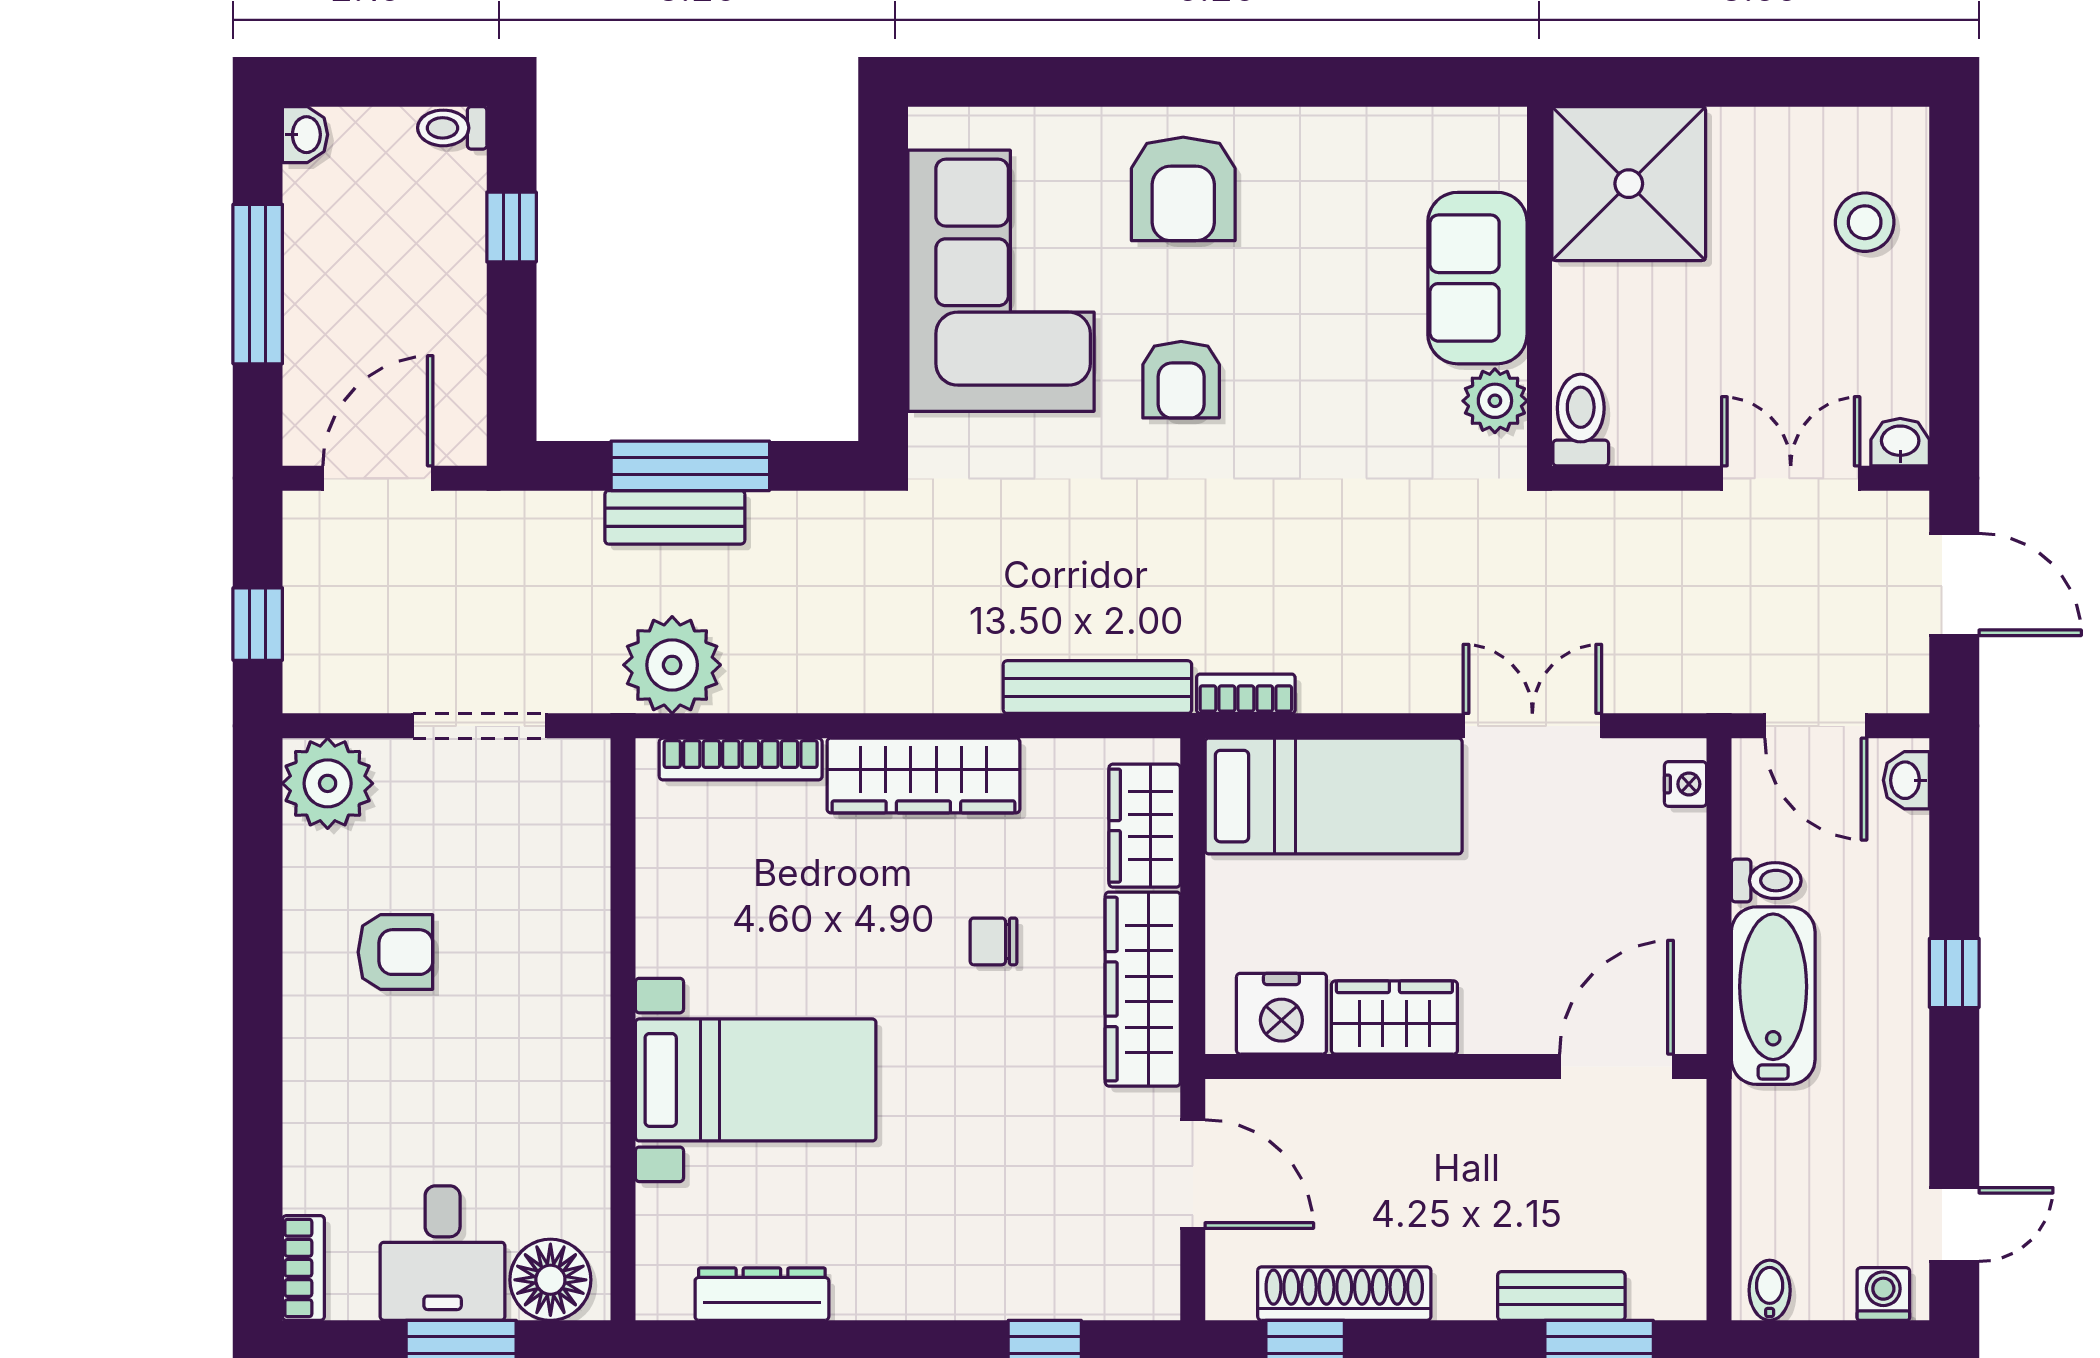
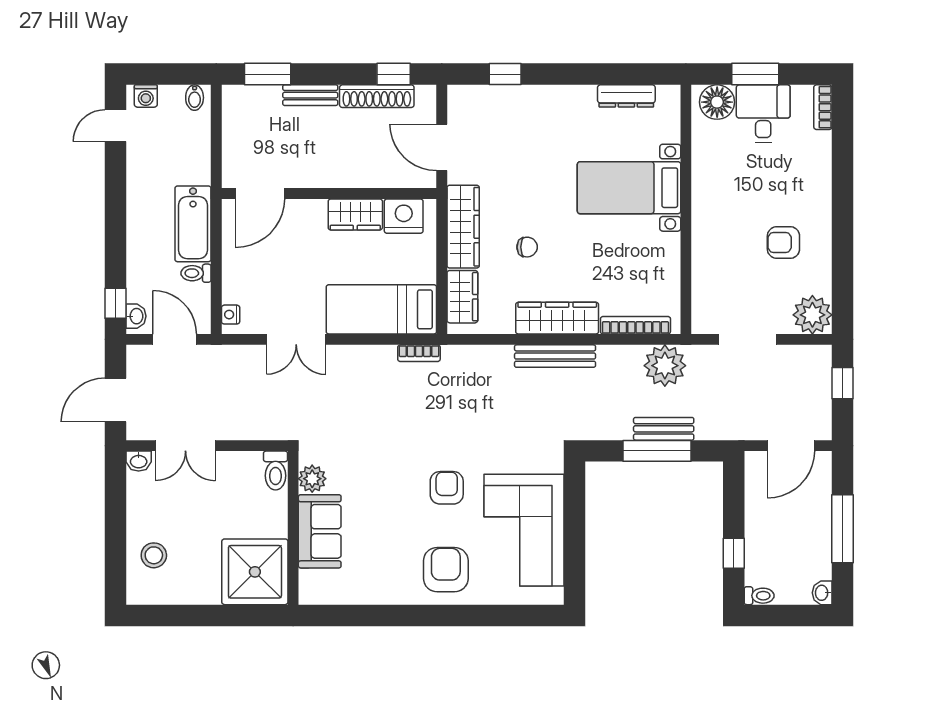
door: (1954, 584) -> (115, 400), hinge flipped
bench: (1097, 687) -> (555, 356), moved
window: (1954, 973) -> (115, 303), moved
bench: (1561, 1296) -> (310, 95), moved

